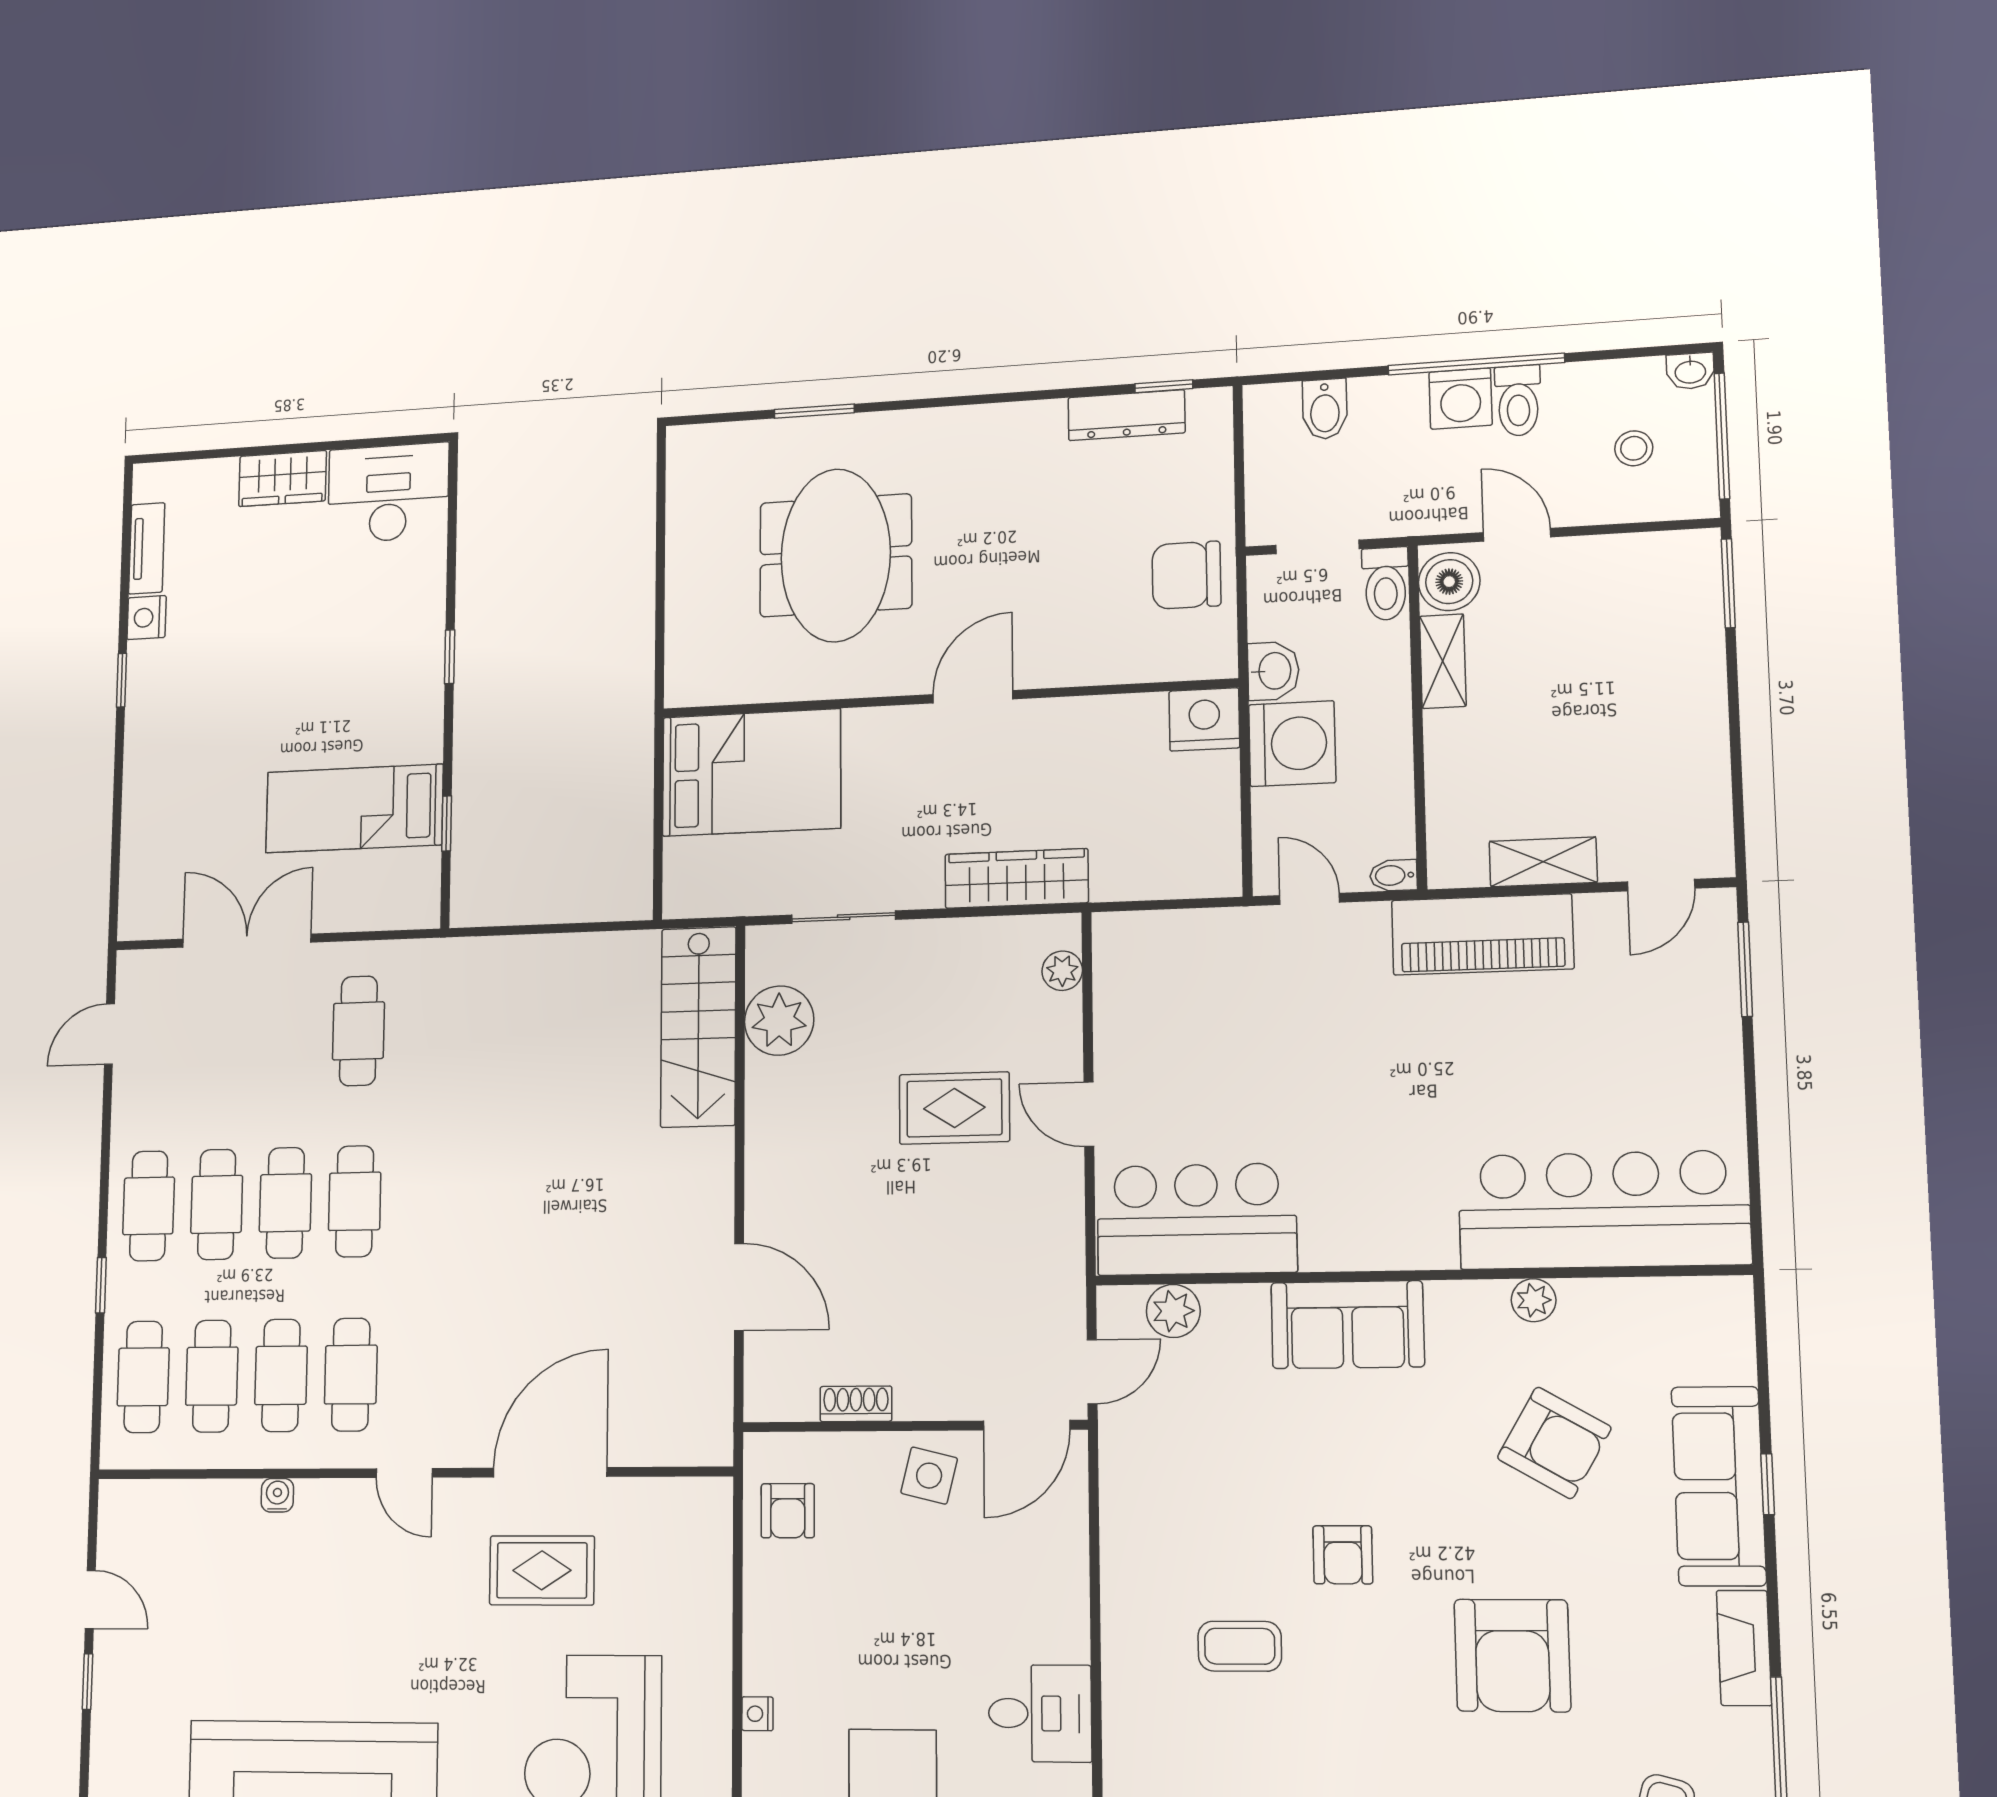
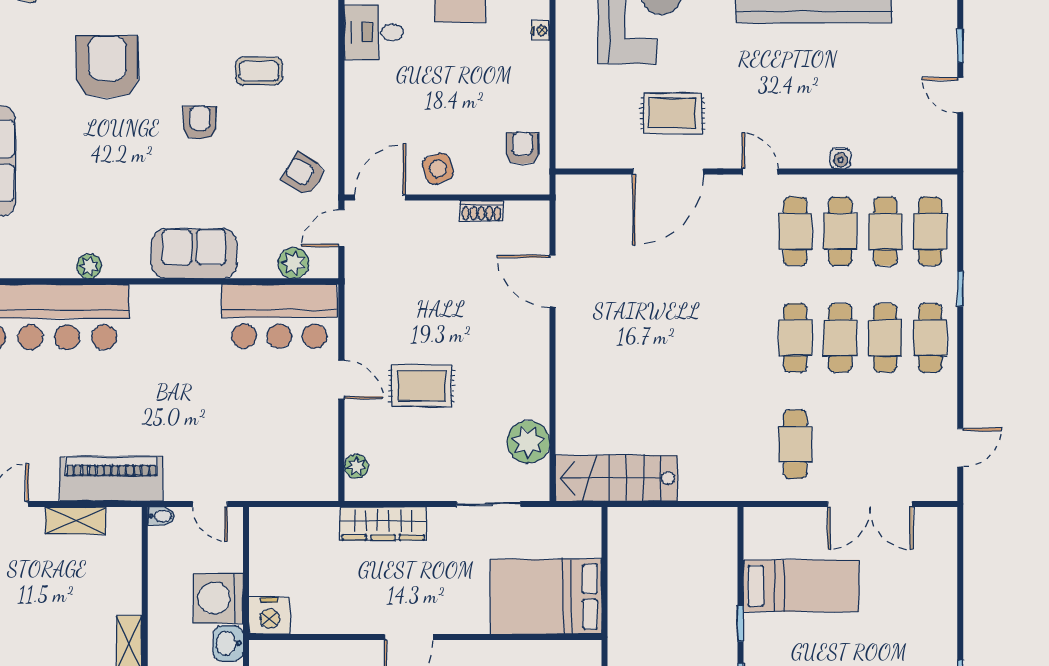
window: (447, 823) -> (740, 624), moved
stairs: (698, 1027) -> (617, 478), moved, turned -90
armchair: (1554, 1443) -> (304, 174), moved, width x0.72, depth x0.72
side table: (929, 1476) -> (438, 169), turned -33

